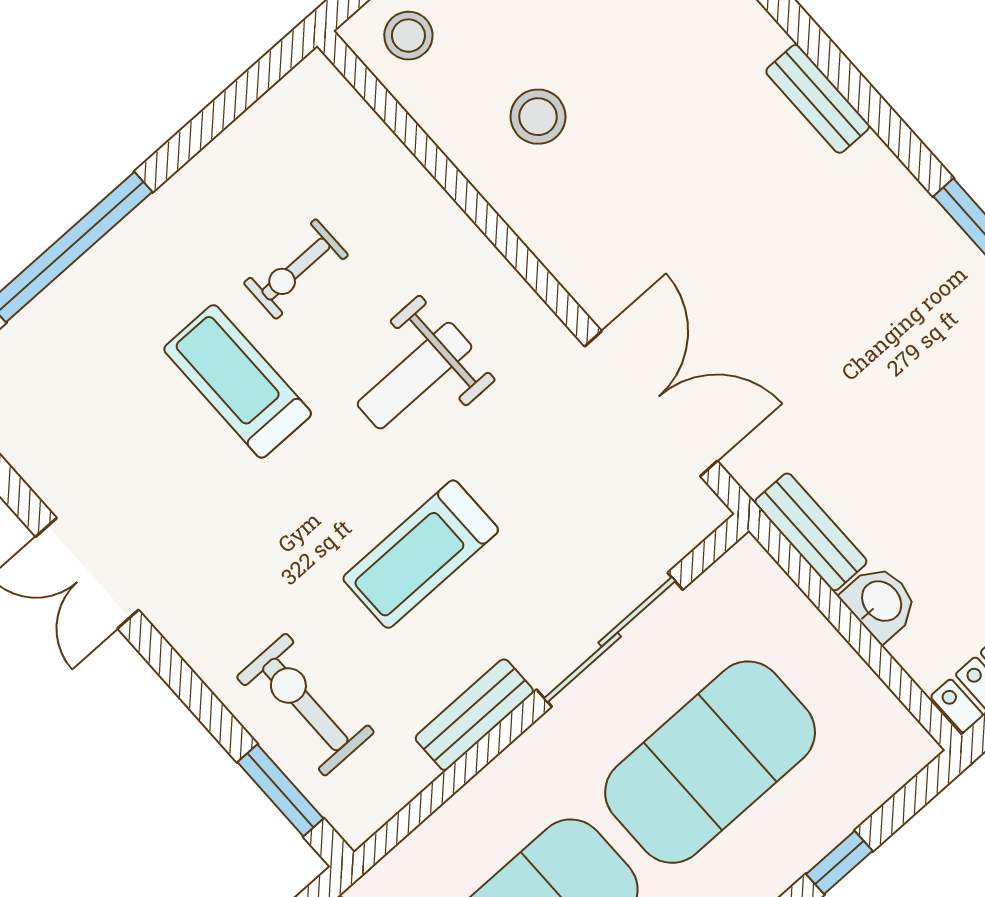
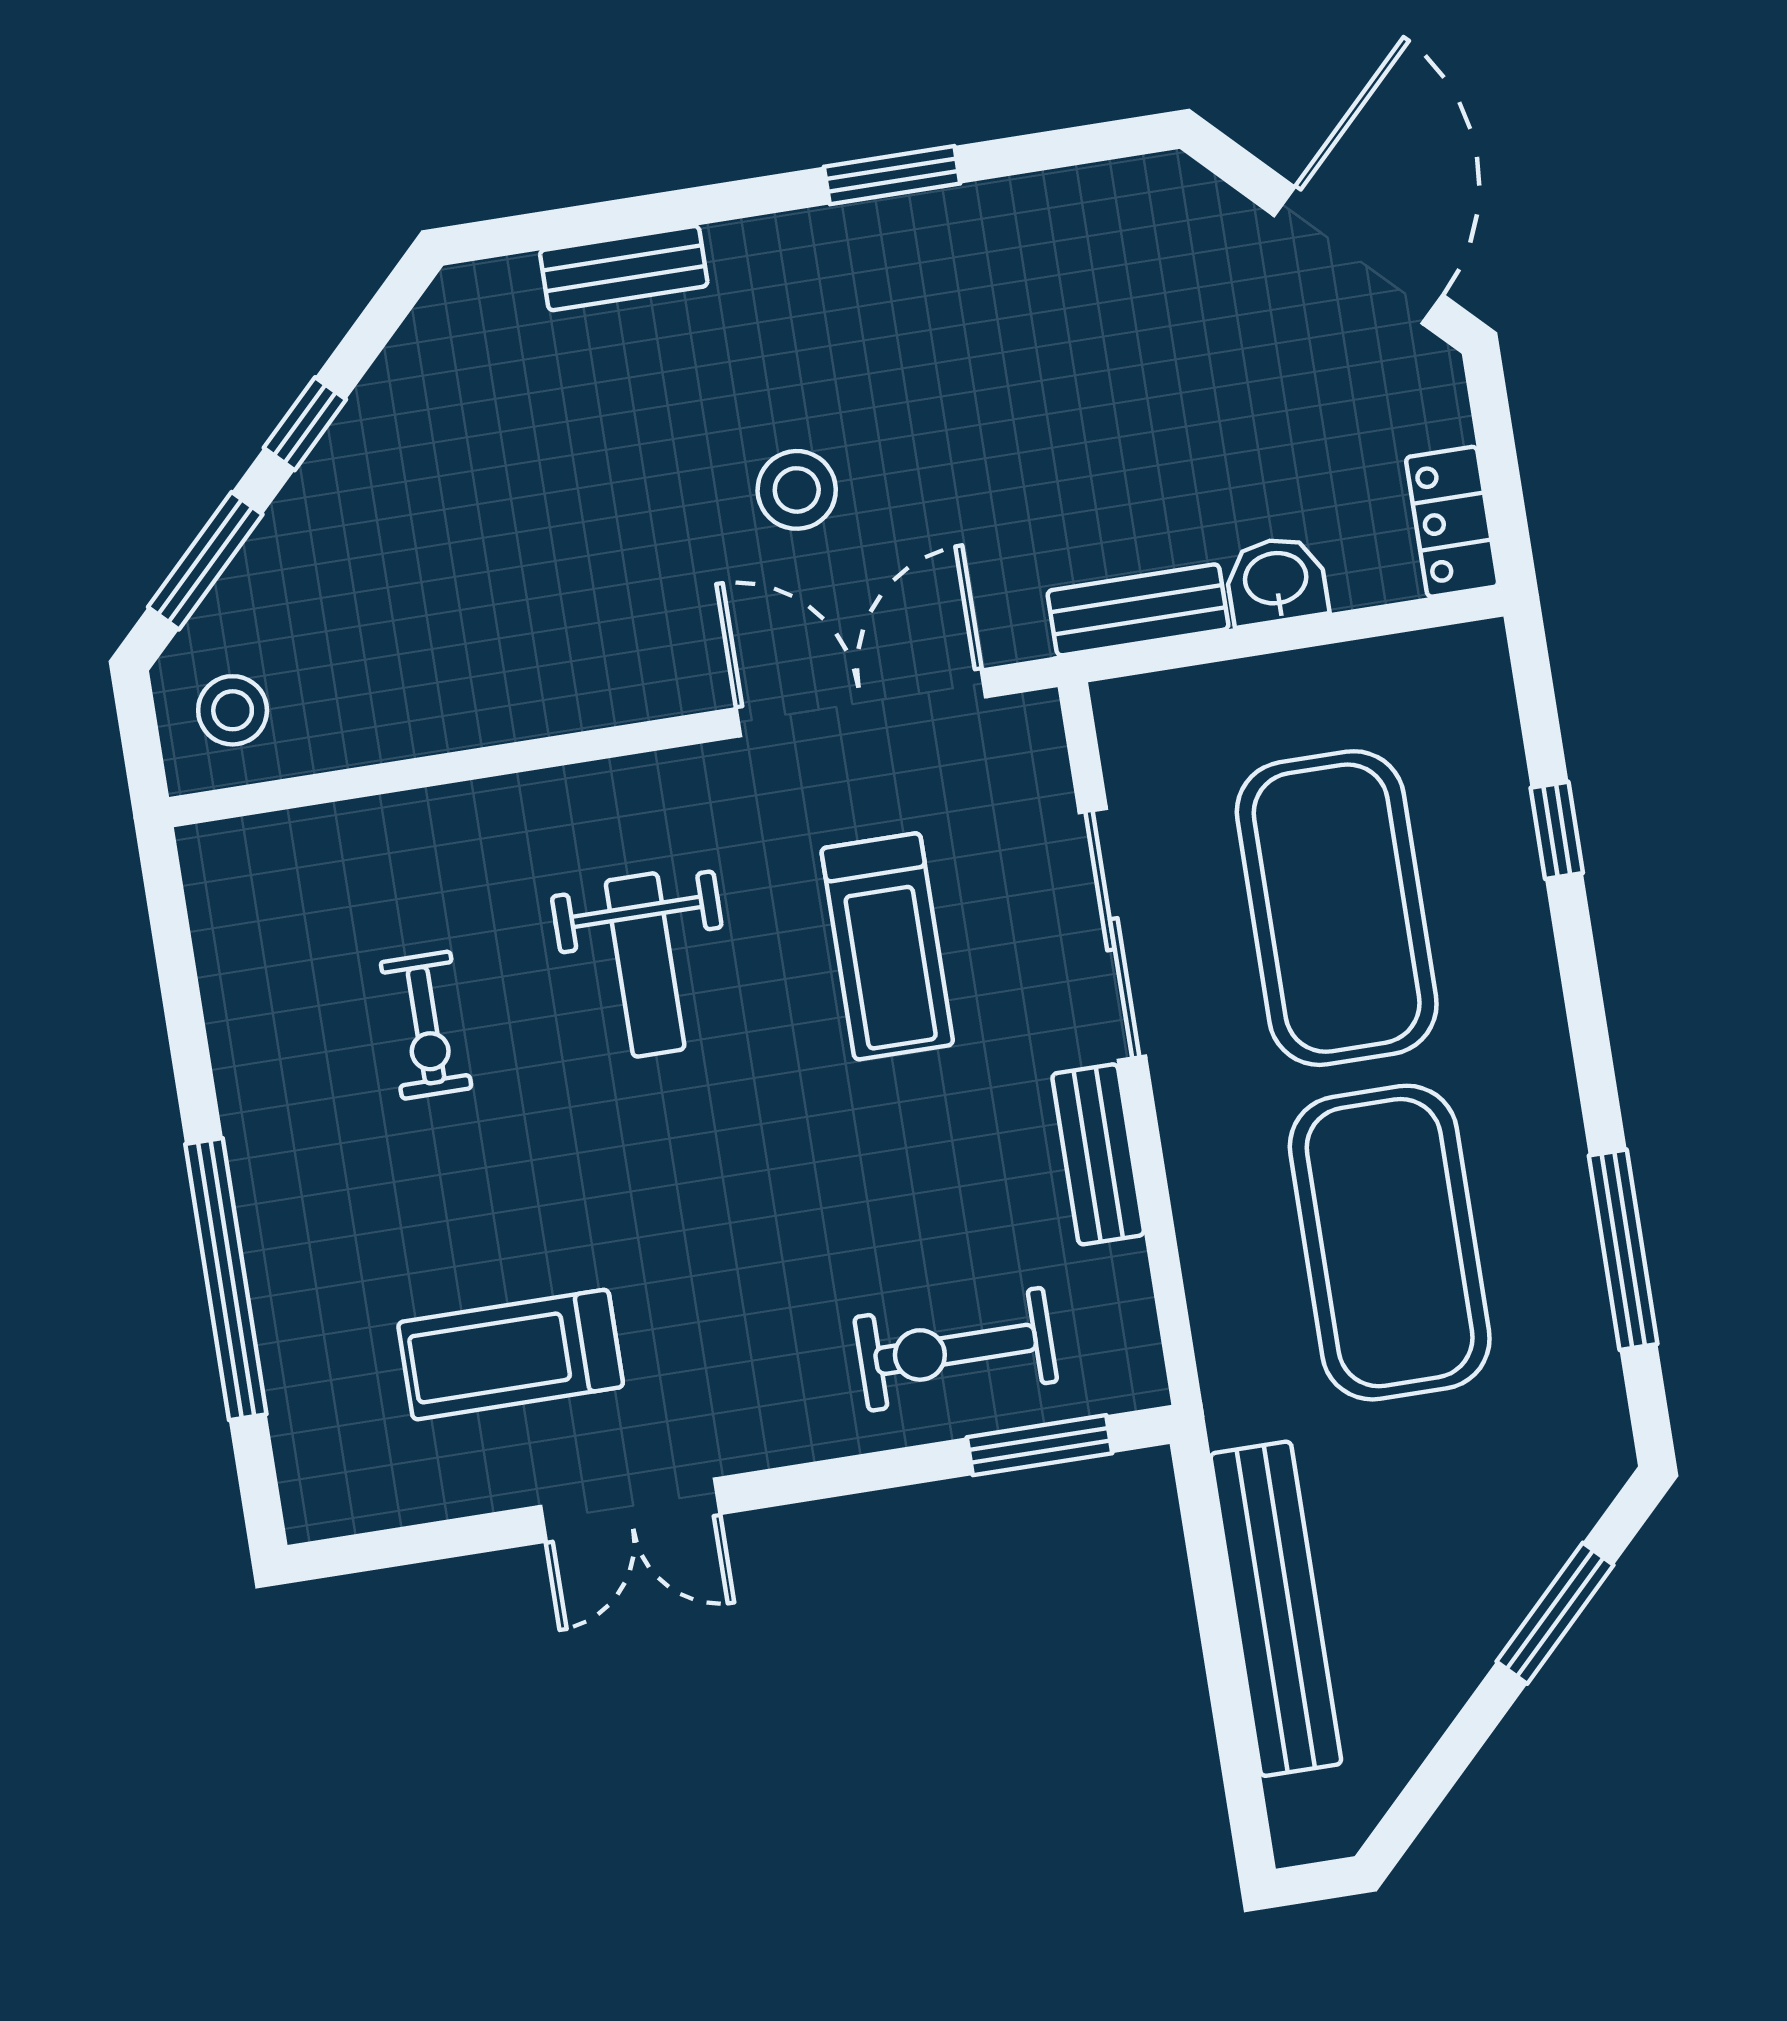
stool: (538, 117) -> (797, 490), moved
treadmill: (238, 381) -> (511, 1355), moved
treadmill: (421, 554) -> (887, 946), moved

